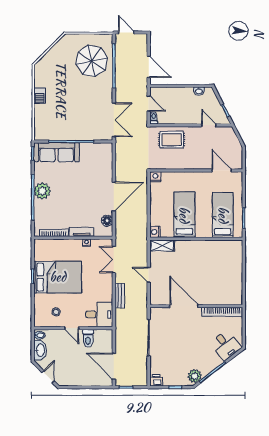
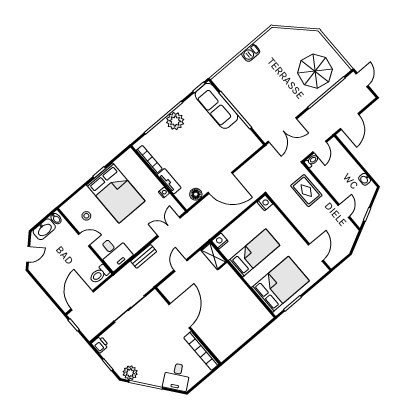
bed: (223, 215) -> (280, 284), width x1.50
door: (72, 328) -> (84, 240), swing flipped
toilet: (88, 338) -> (99, 274), moved

